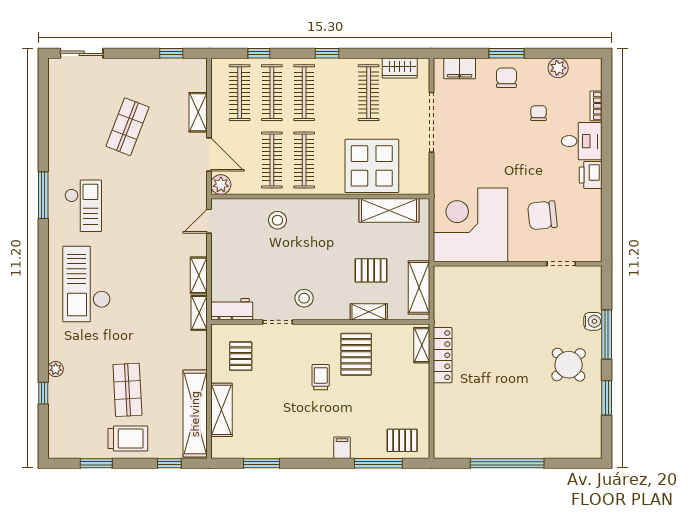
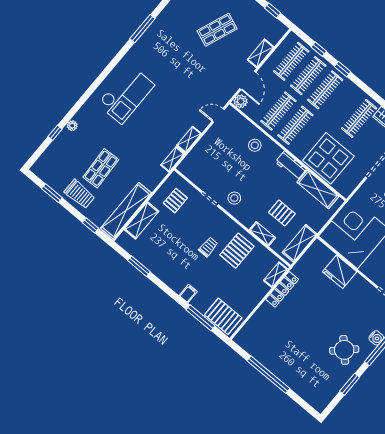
window: (327, 53) -> (343, 69), moved
checkout: (83, 206) -> (159, 52), removed
fridge: (490, 282) -> (340, 272), added
checkout: (86, 284) -> (126, 94), turned 180
workbench: (232, 309) -> (291, 166), moved, turned 180
pallet: (402, 440) -> (223, 316), width x1.50, depth x1.42

